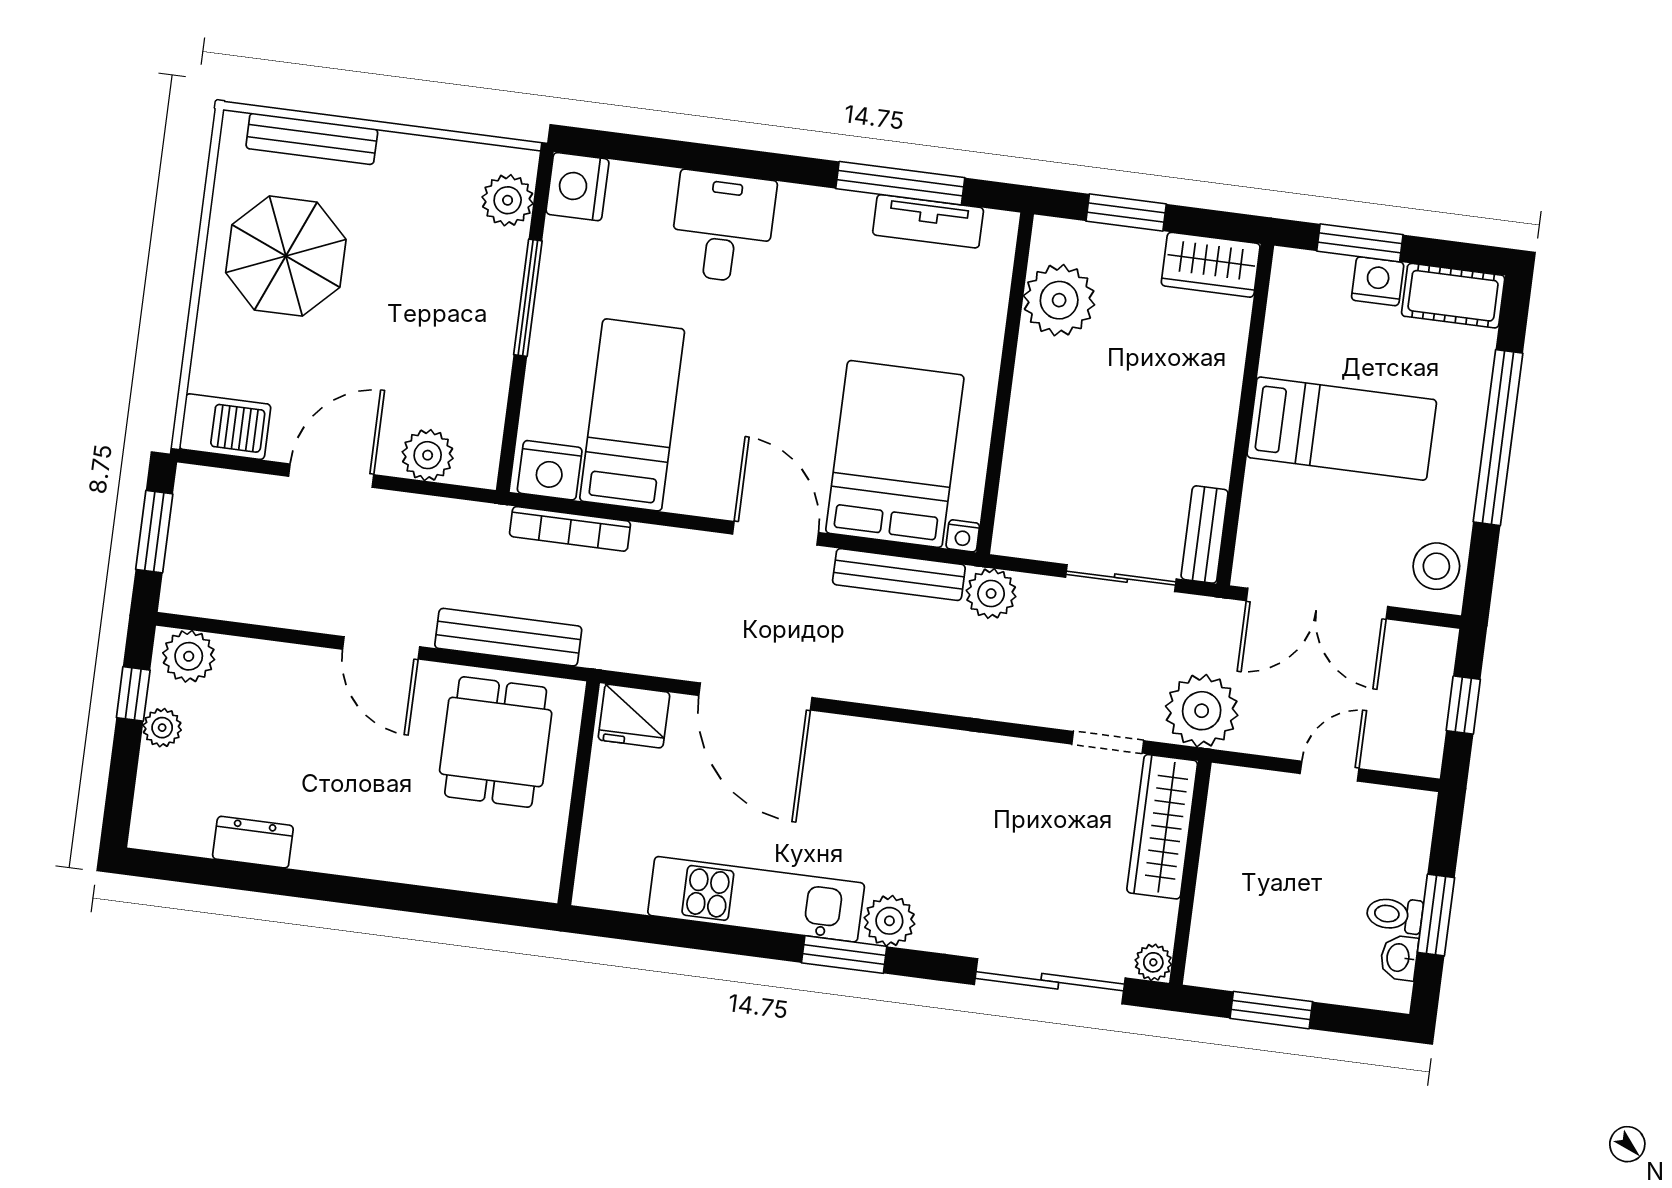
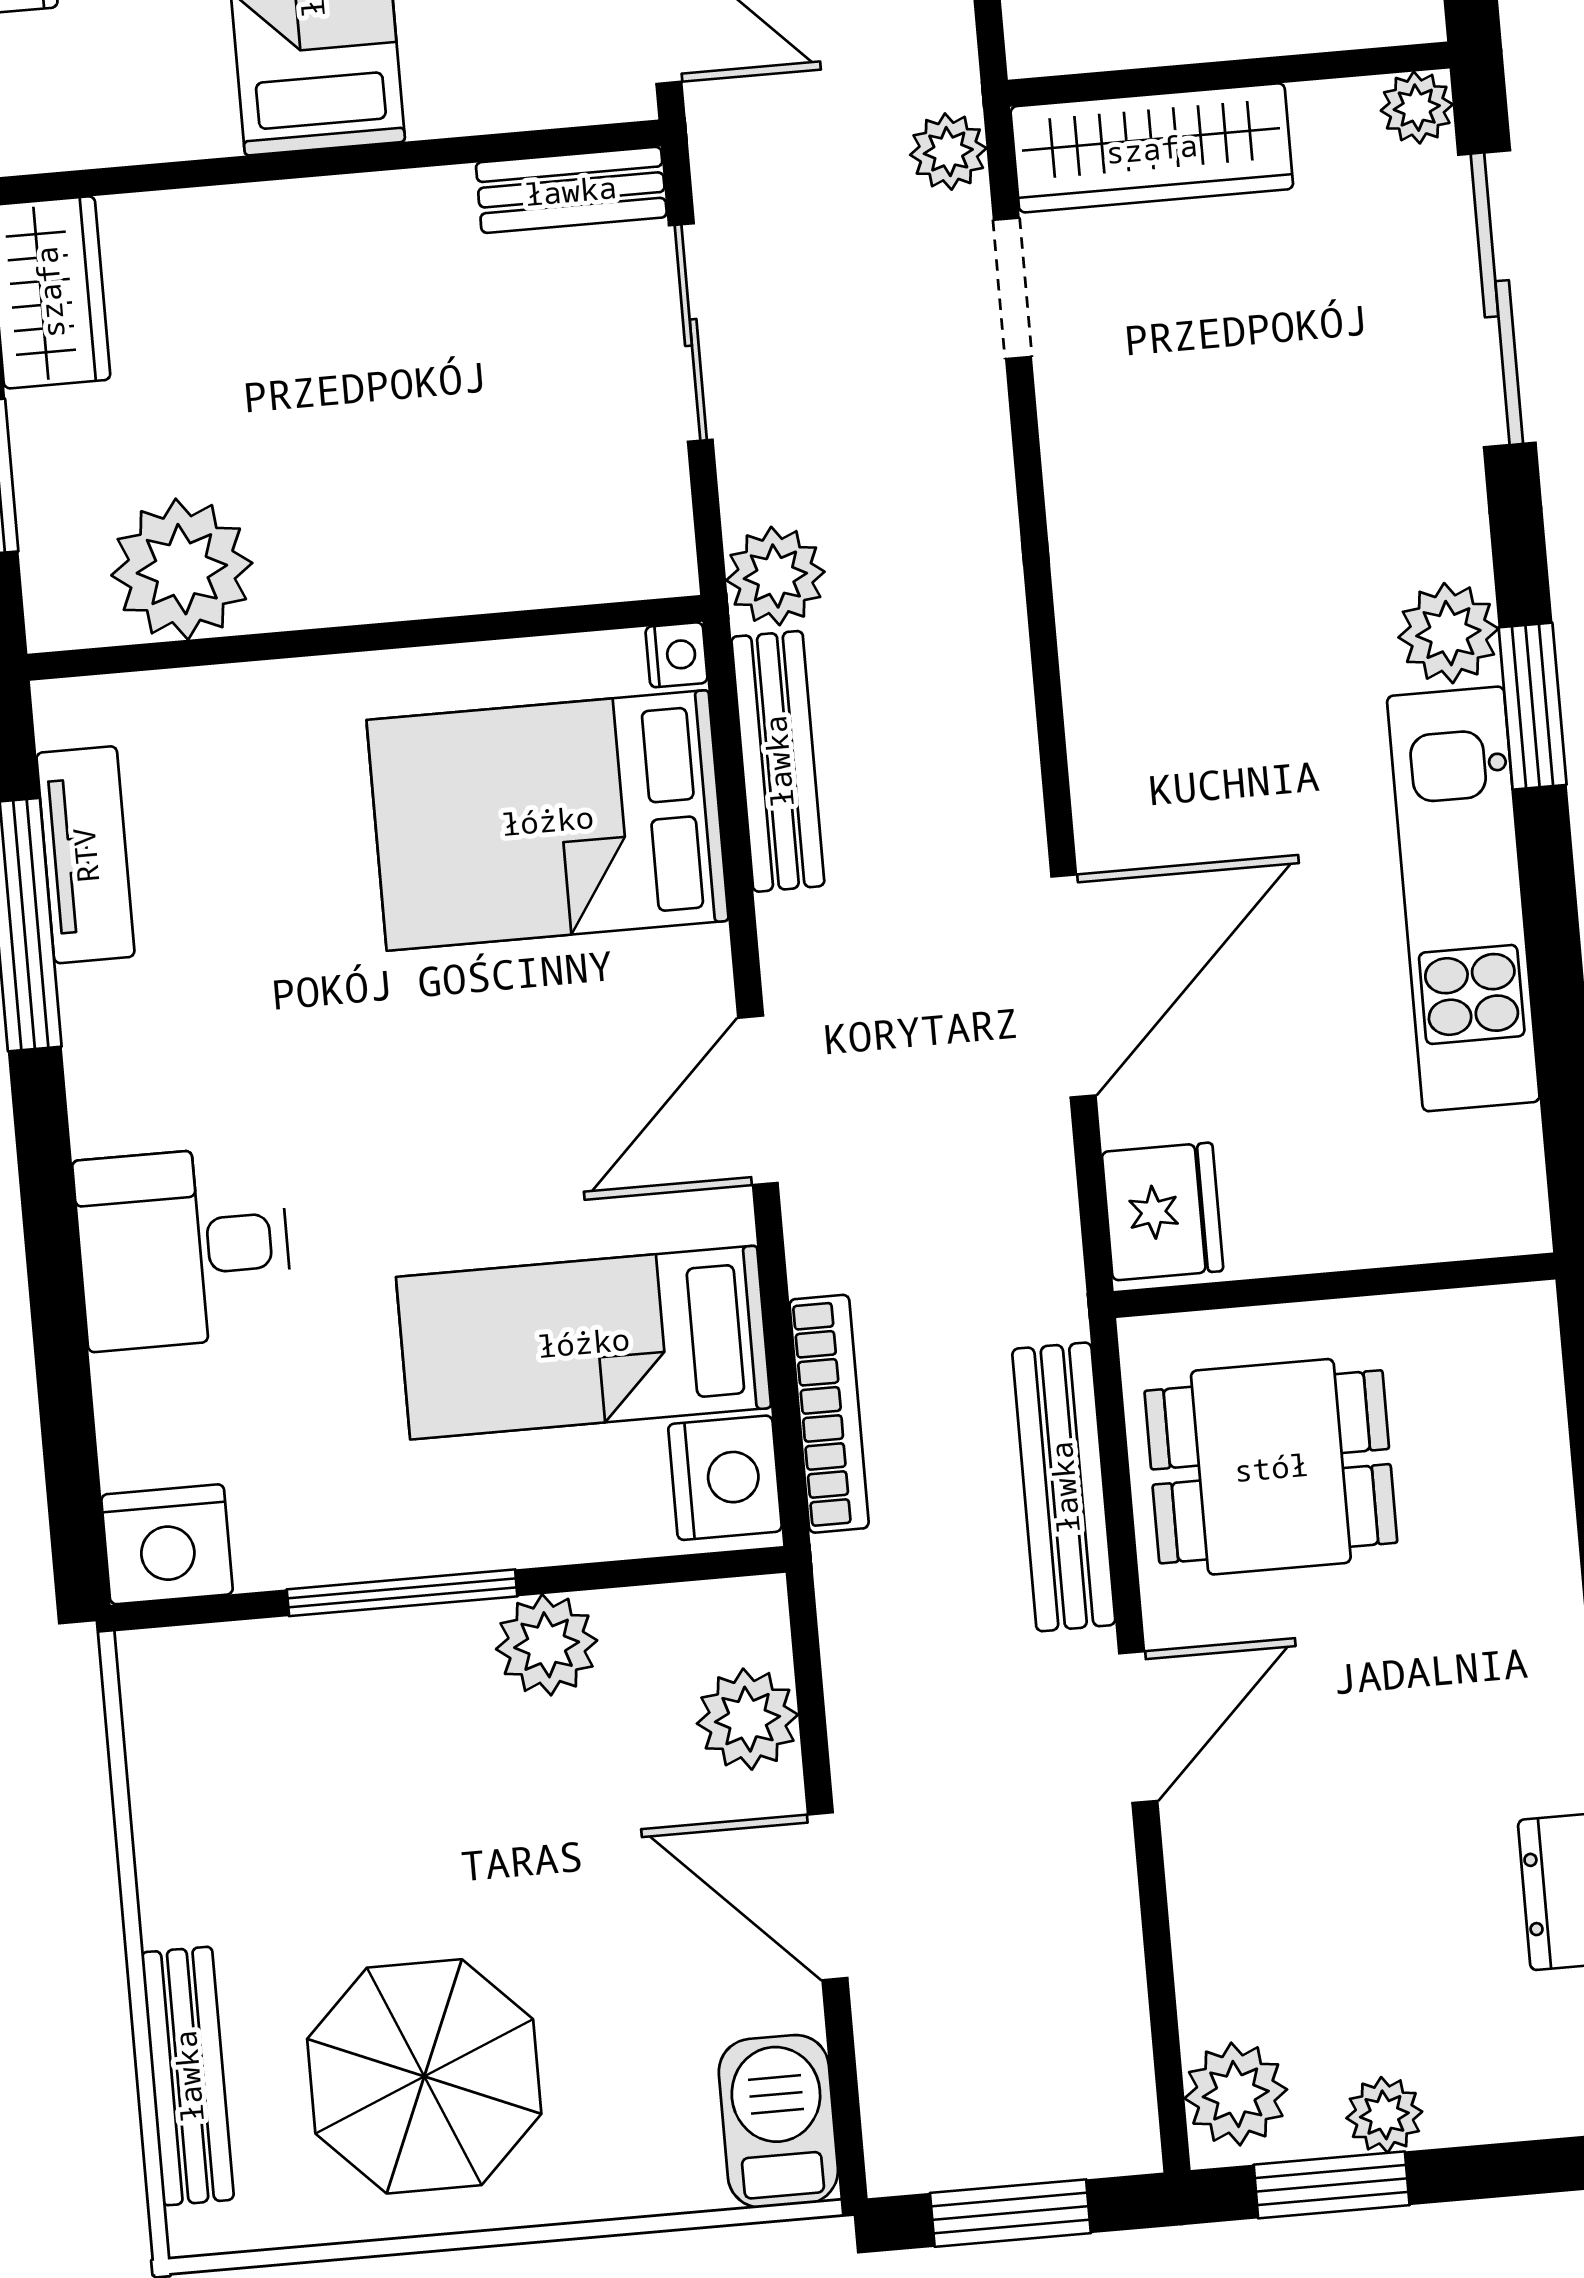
plant: (508, 200) -> (547, 1645), moved
door: (776, 533) -> (758, 1100), moved
window: (133, 694) -> (1332, 2185), width x1.50
plant: (1202, 711) -> (948, 152), width x0.53, depth x0.53

